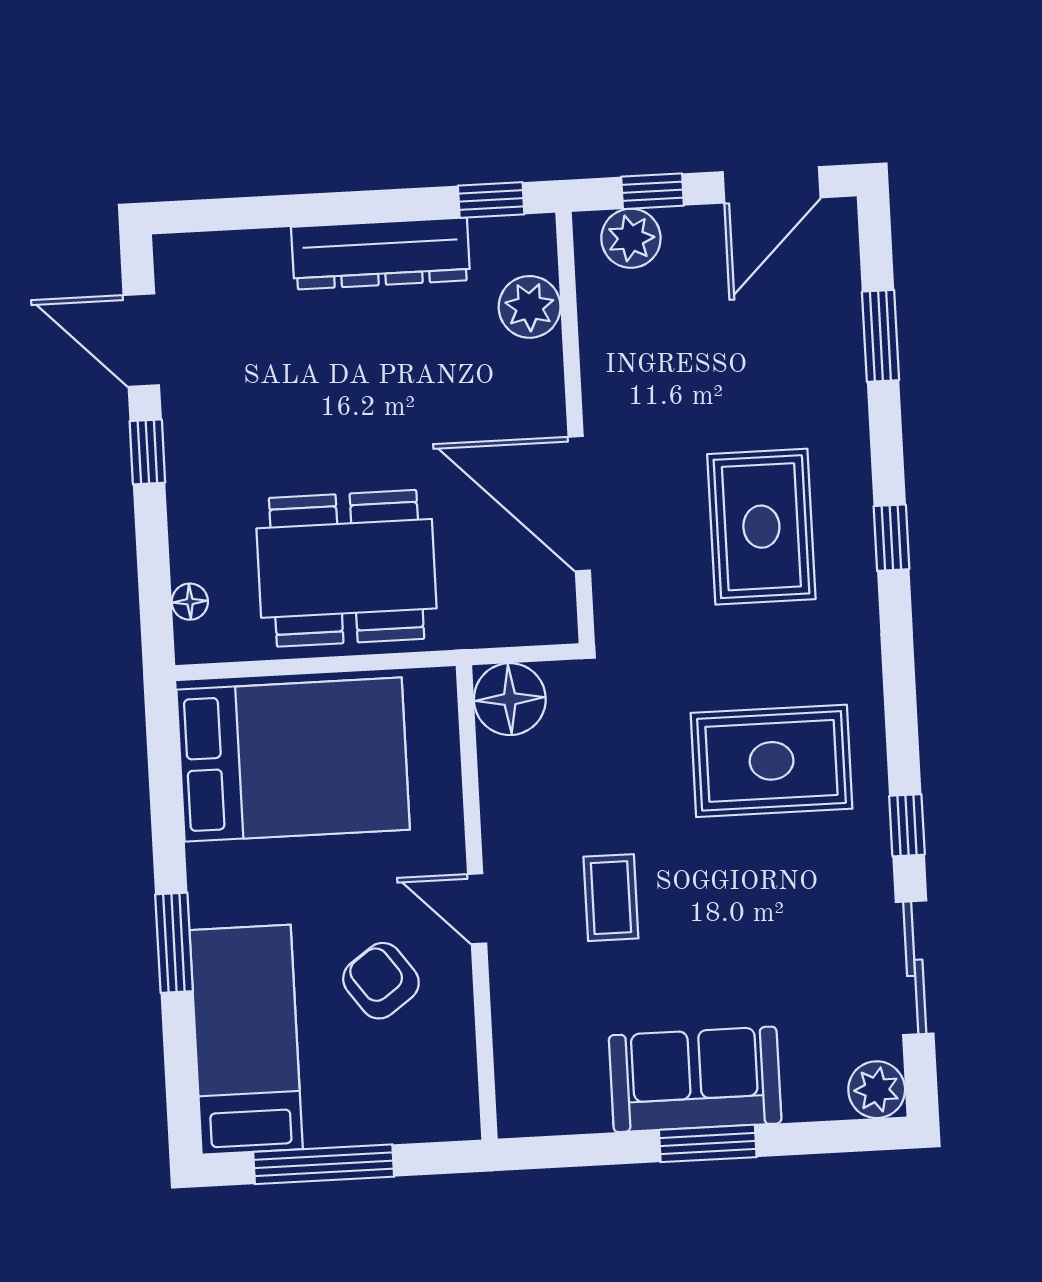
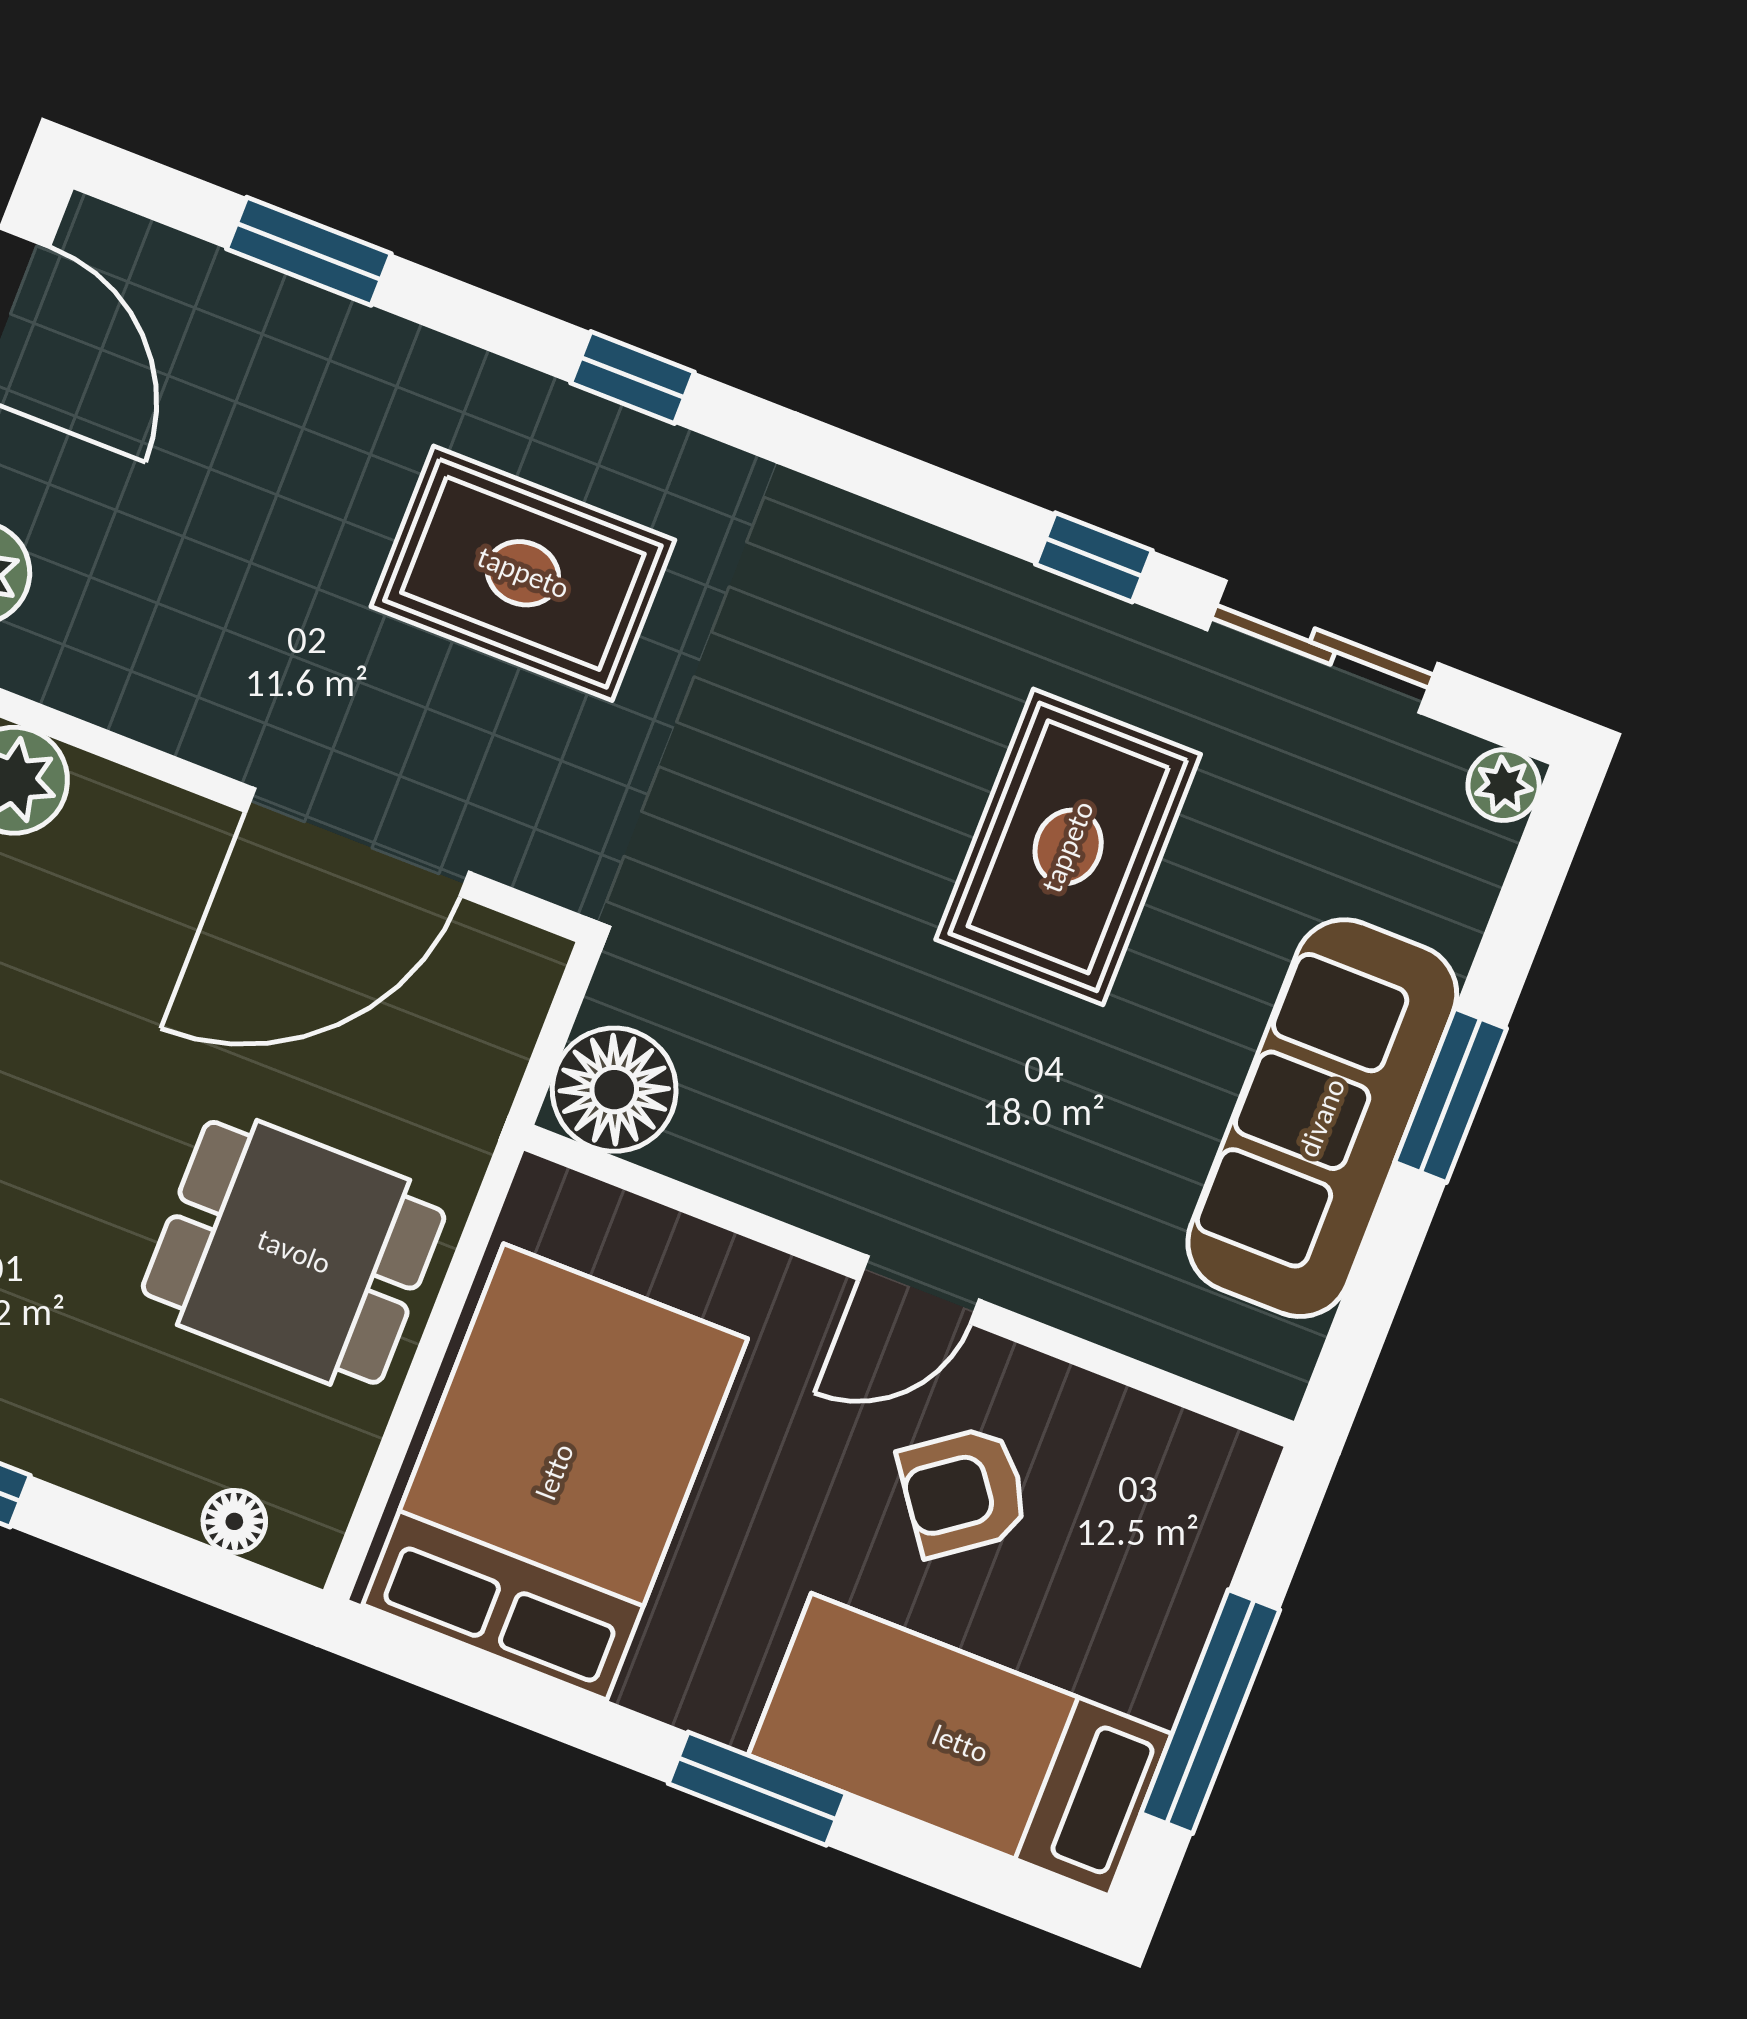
dining table: (347, 568) -> (294, 1252), width x0.73
rug: (772, 761) -> (1068, 847), moved
coffee table: (611, 898) -> (997, 1072), removed
sofa: (695, 1079) -> (1322, 1118), width x1.36
plant: (877, 1090) -> (1504, 785), width x0.73, depth x0.73

